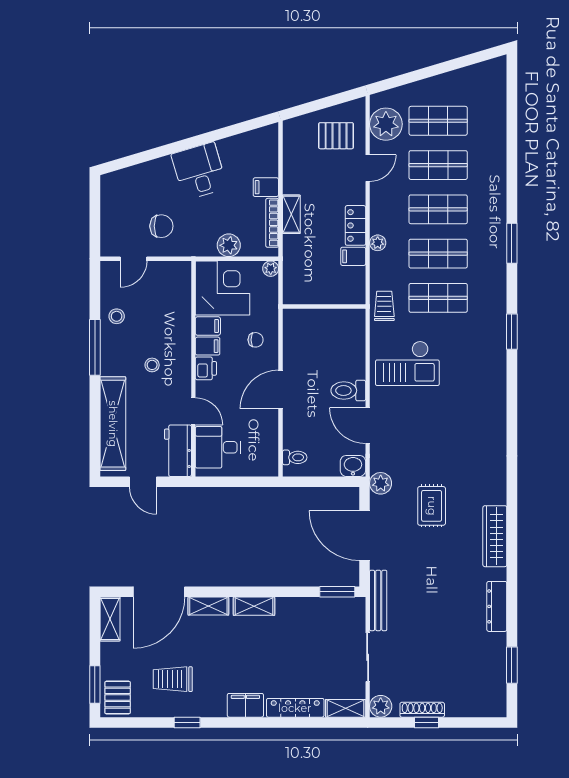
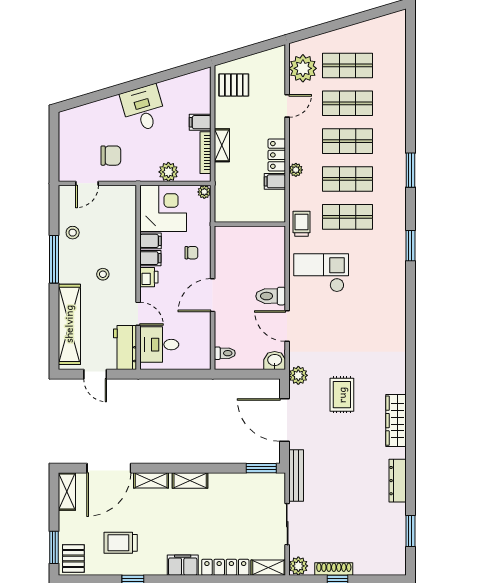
pallet: (336, 136) -> (234, 85), moved
checkout: (407, 363) -> (321, 273), turned 180

